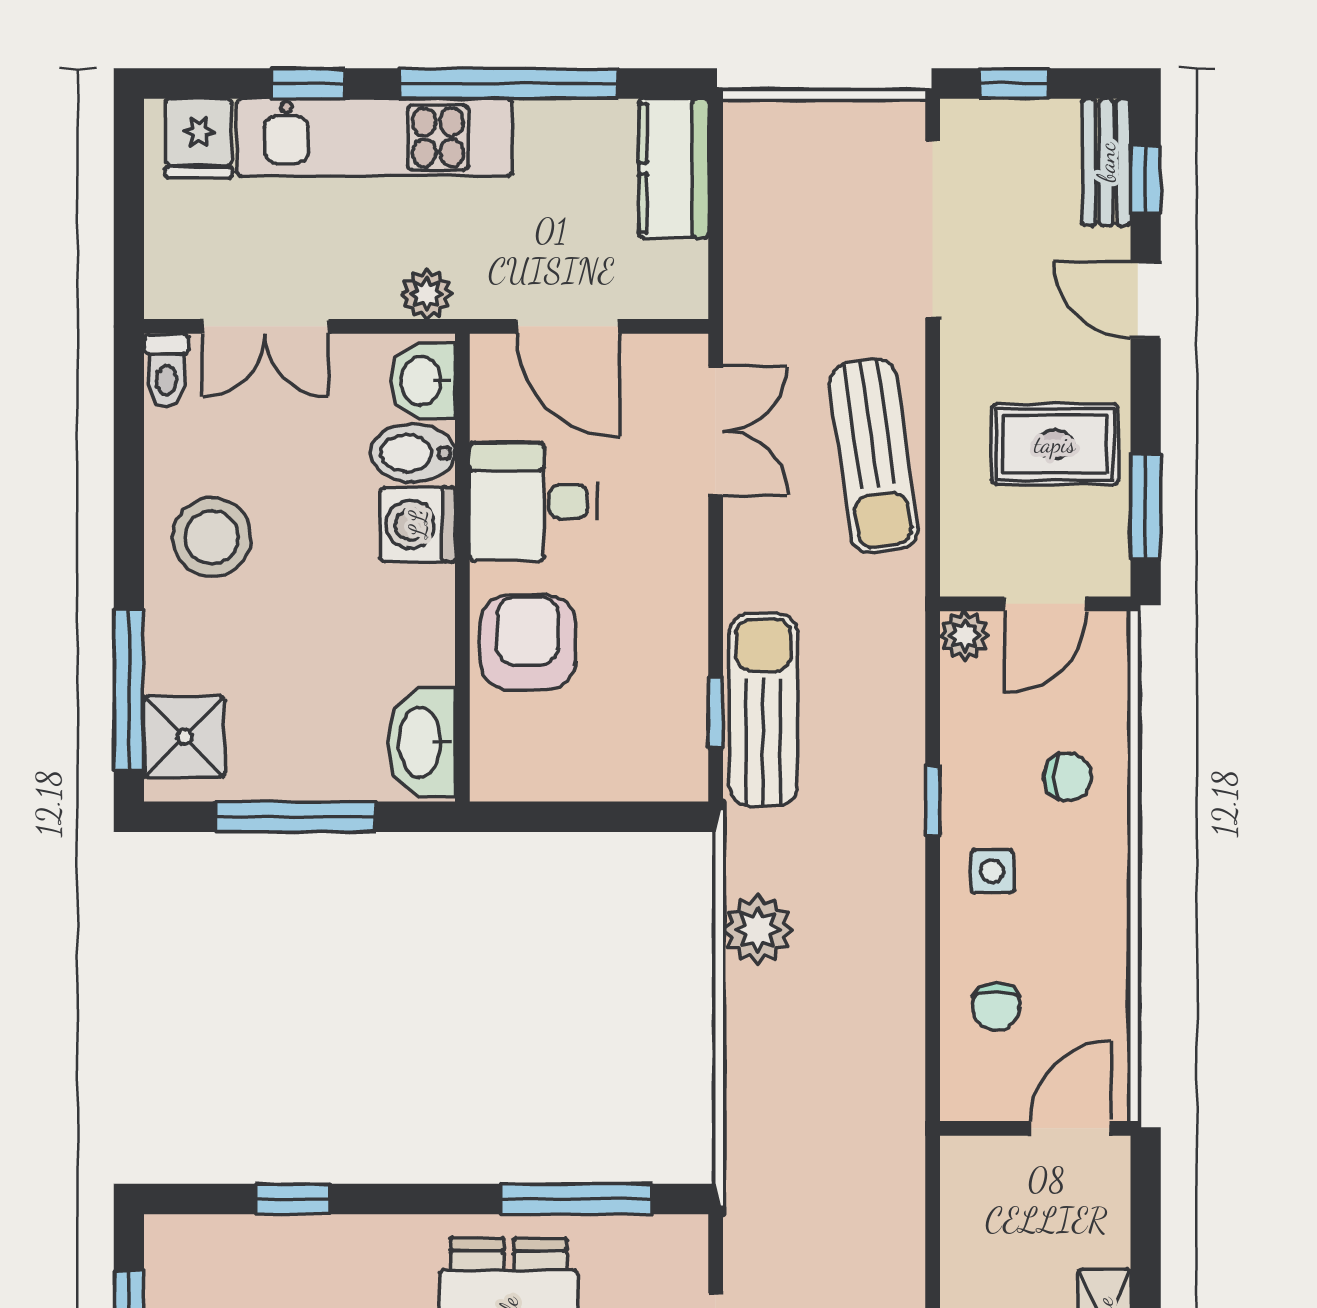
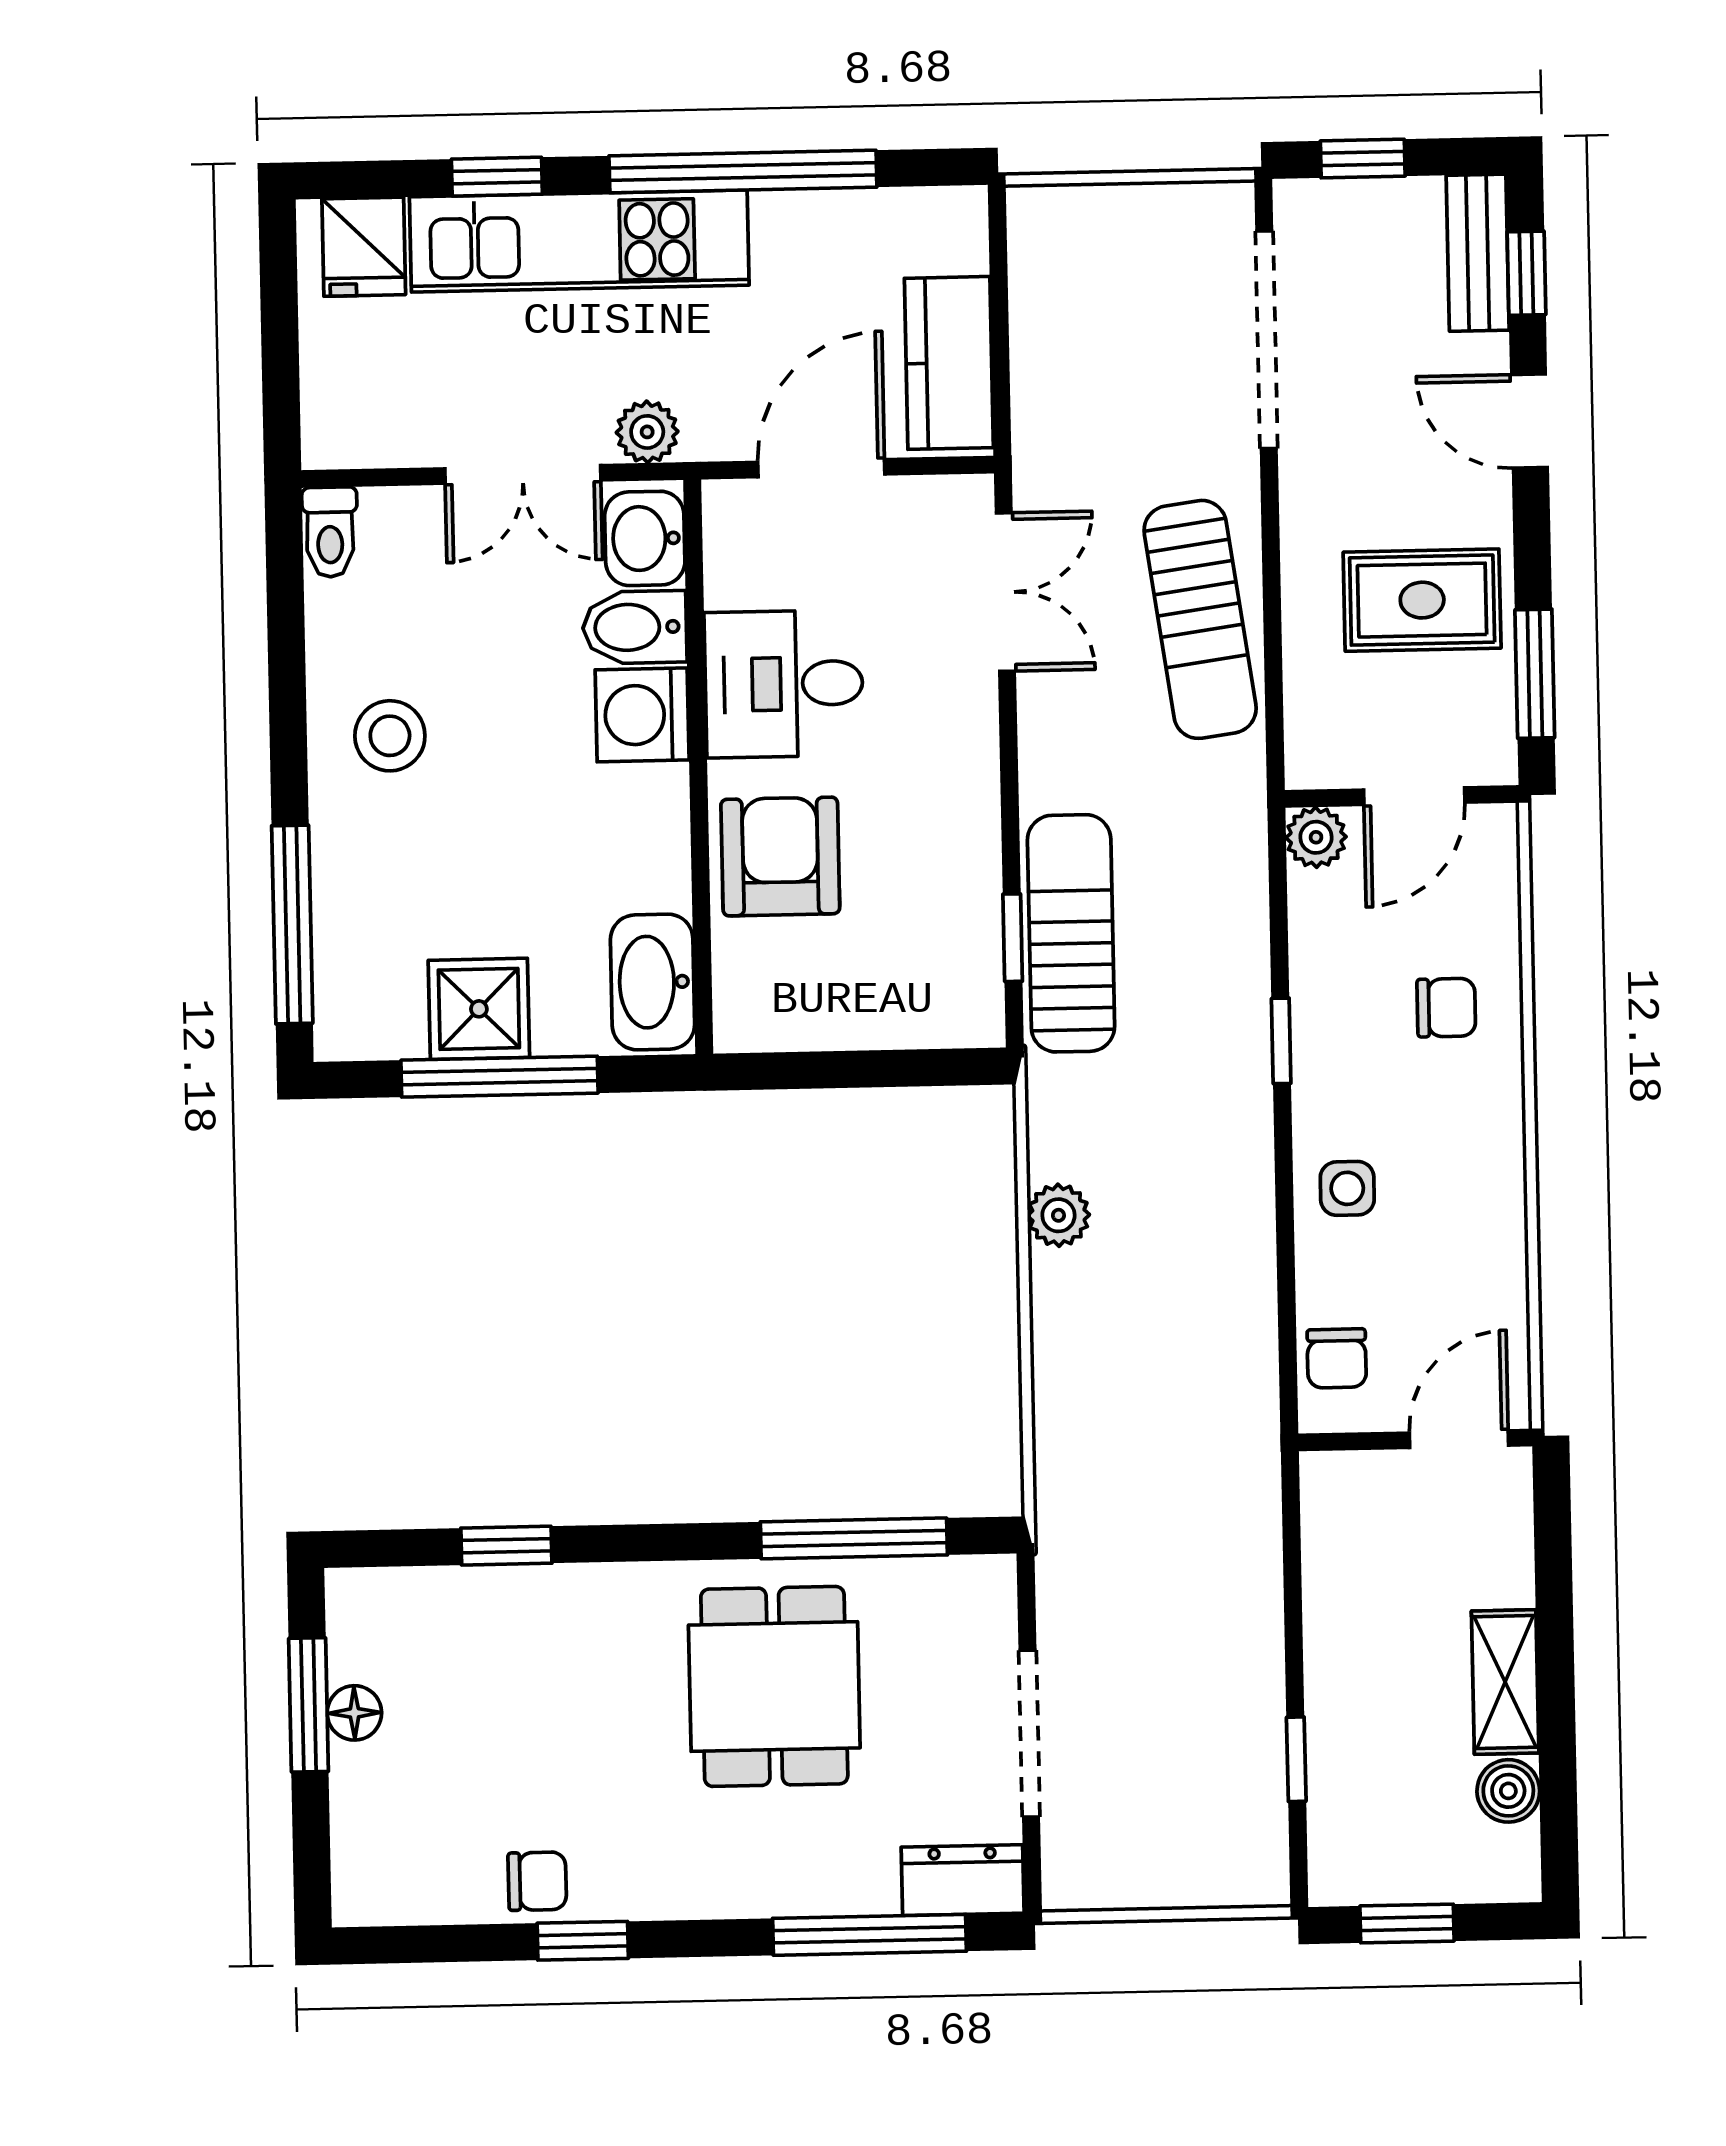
kitchen counter: (674, 168) -> (949, 363), moved
double door: (265, 326) -> (523, 474), moved
door: (568, 326) -> (821, 468), swing flipped
stool: (212, 537) -> (390, 736), width x0.73, depth x0.73
shower: (184, 737) -> (479, 1009), moved
side table: (992, 871) -> (1347, 1188), moved
plant: (758, 930) -> (1058, 1215), width x0.73, depth x0.73
chair: (996, 1007) -> (1337, 1358), moved

